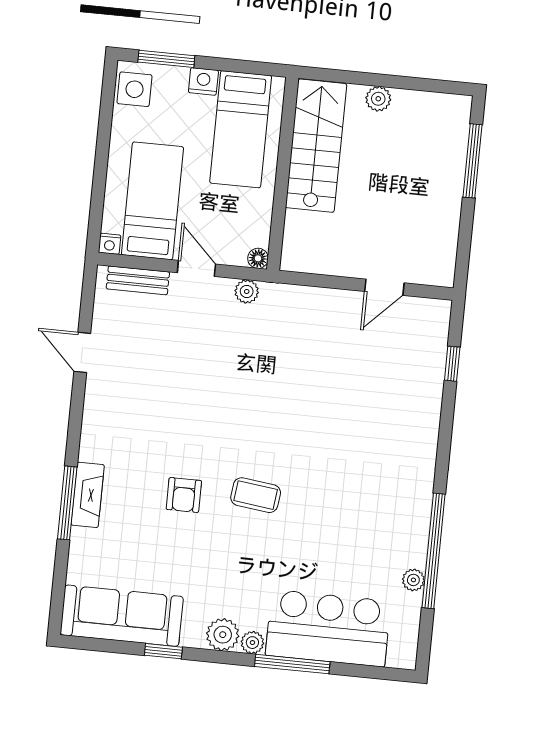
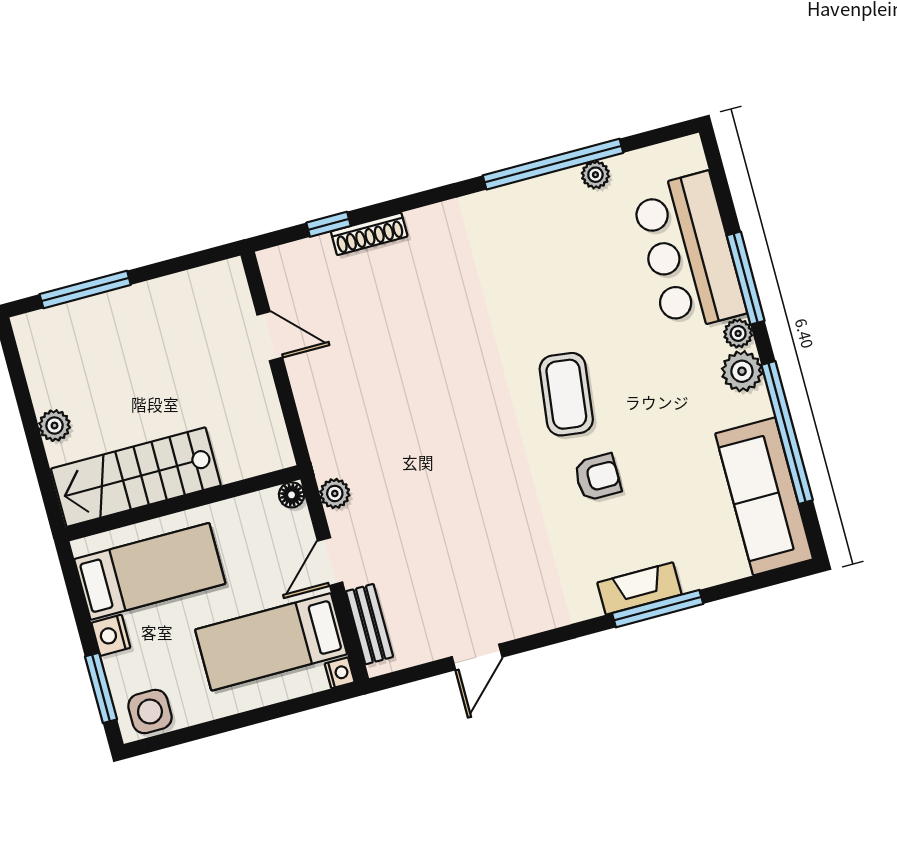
shoe rack: (433, 392) -> (369, 234), added
coffee table: (256, 495) -> (566, 394), width x1.36, depth x1.30
window: (163, 651) -> (787, 433), width x3.17

